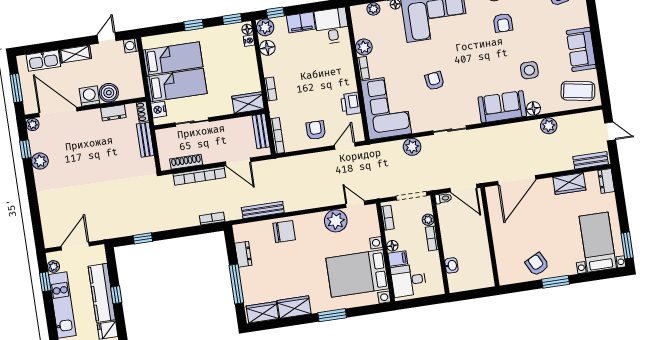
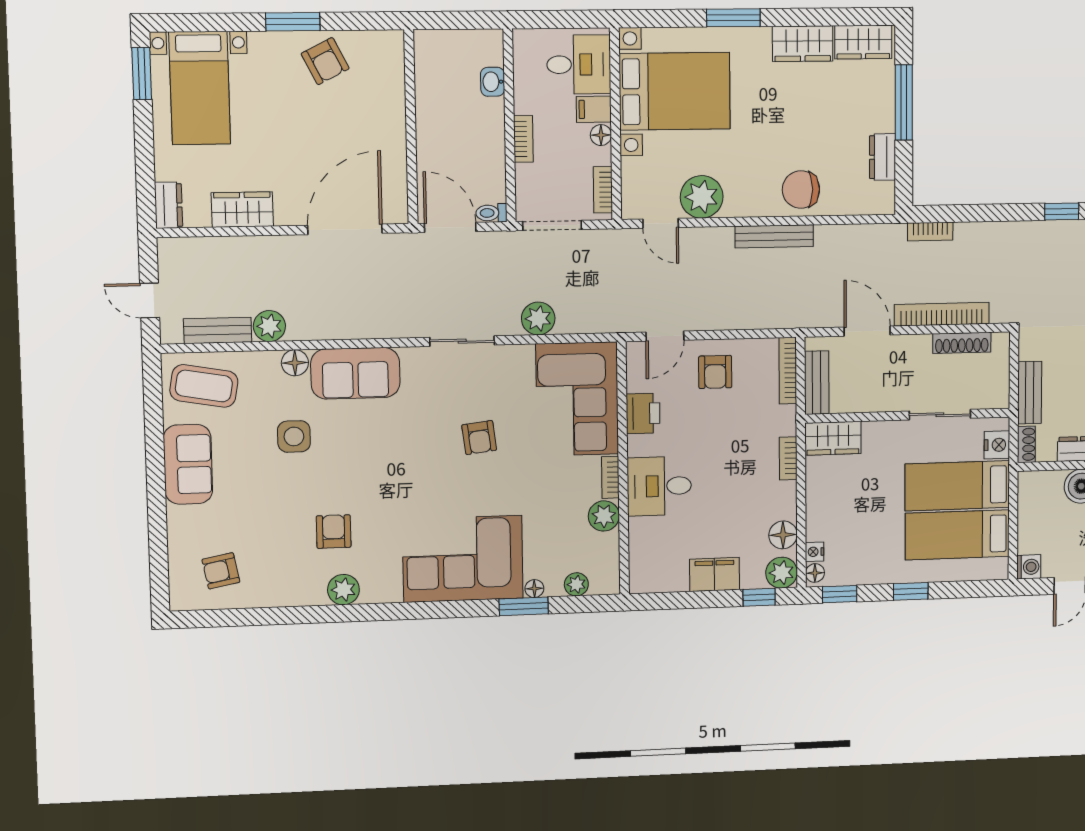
desk: (332, 26) -> (659, 486), moved, turned 90
bench: (591, 160) -> (218, 330), moved
bench: (263, 210) -> (774, 236), moved
plant: (428, 220) -> (526, 176), removed

